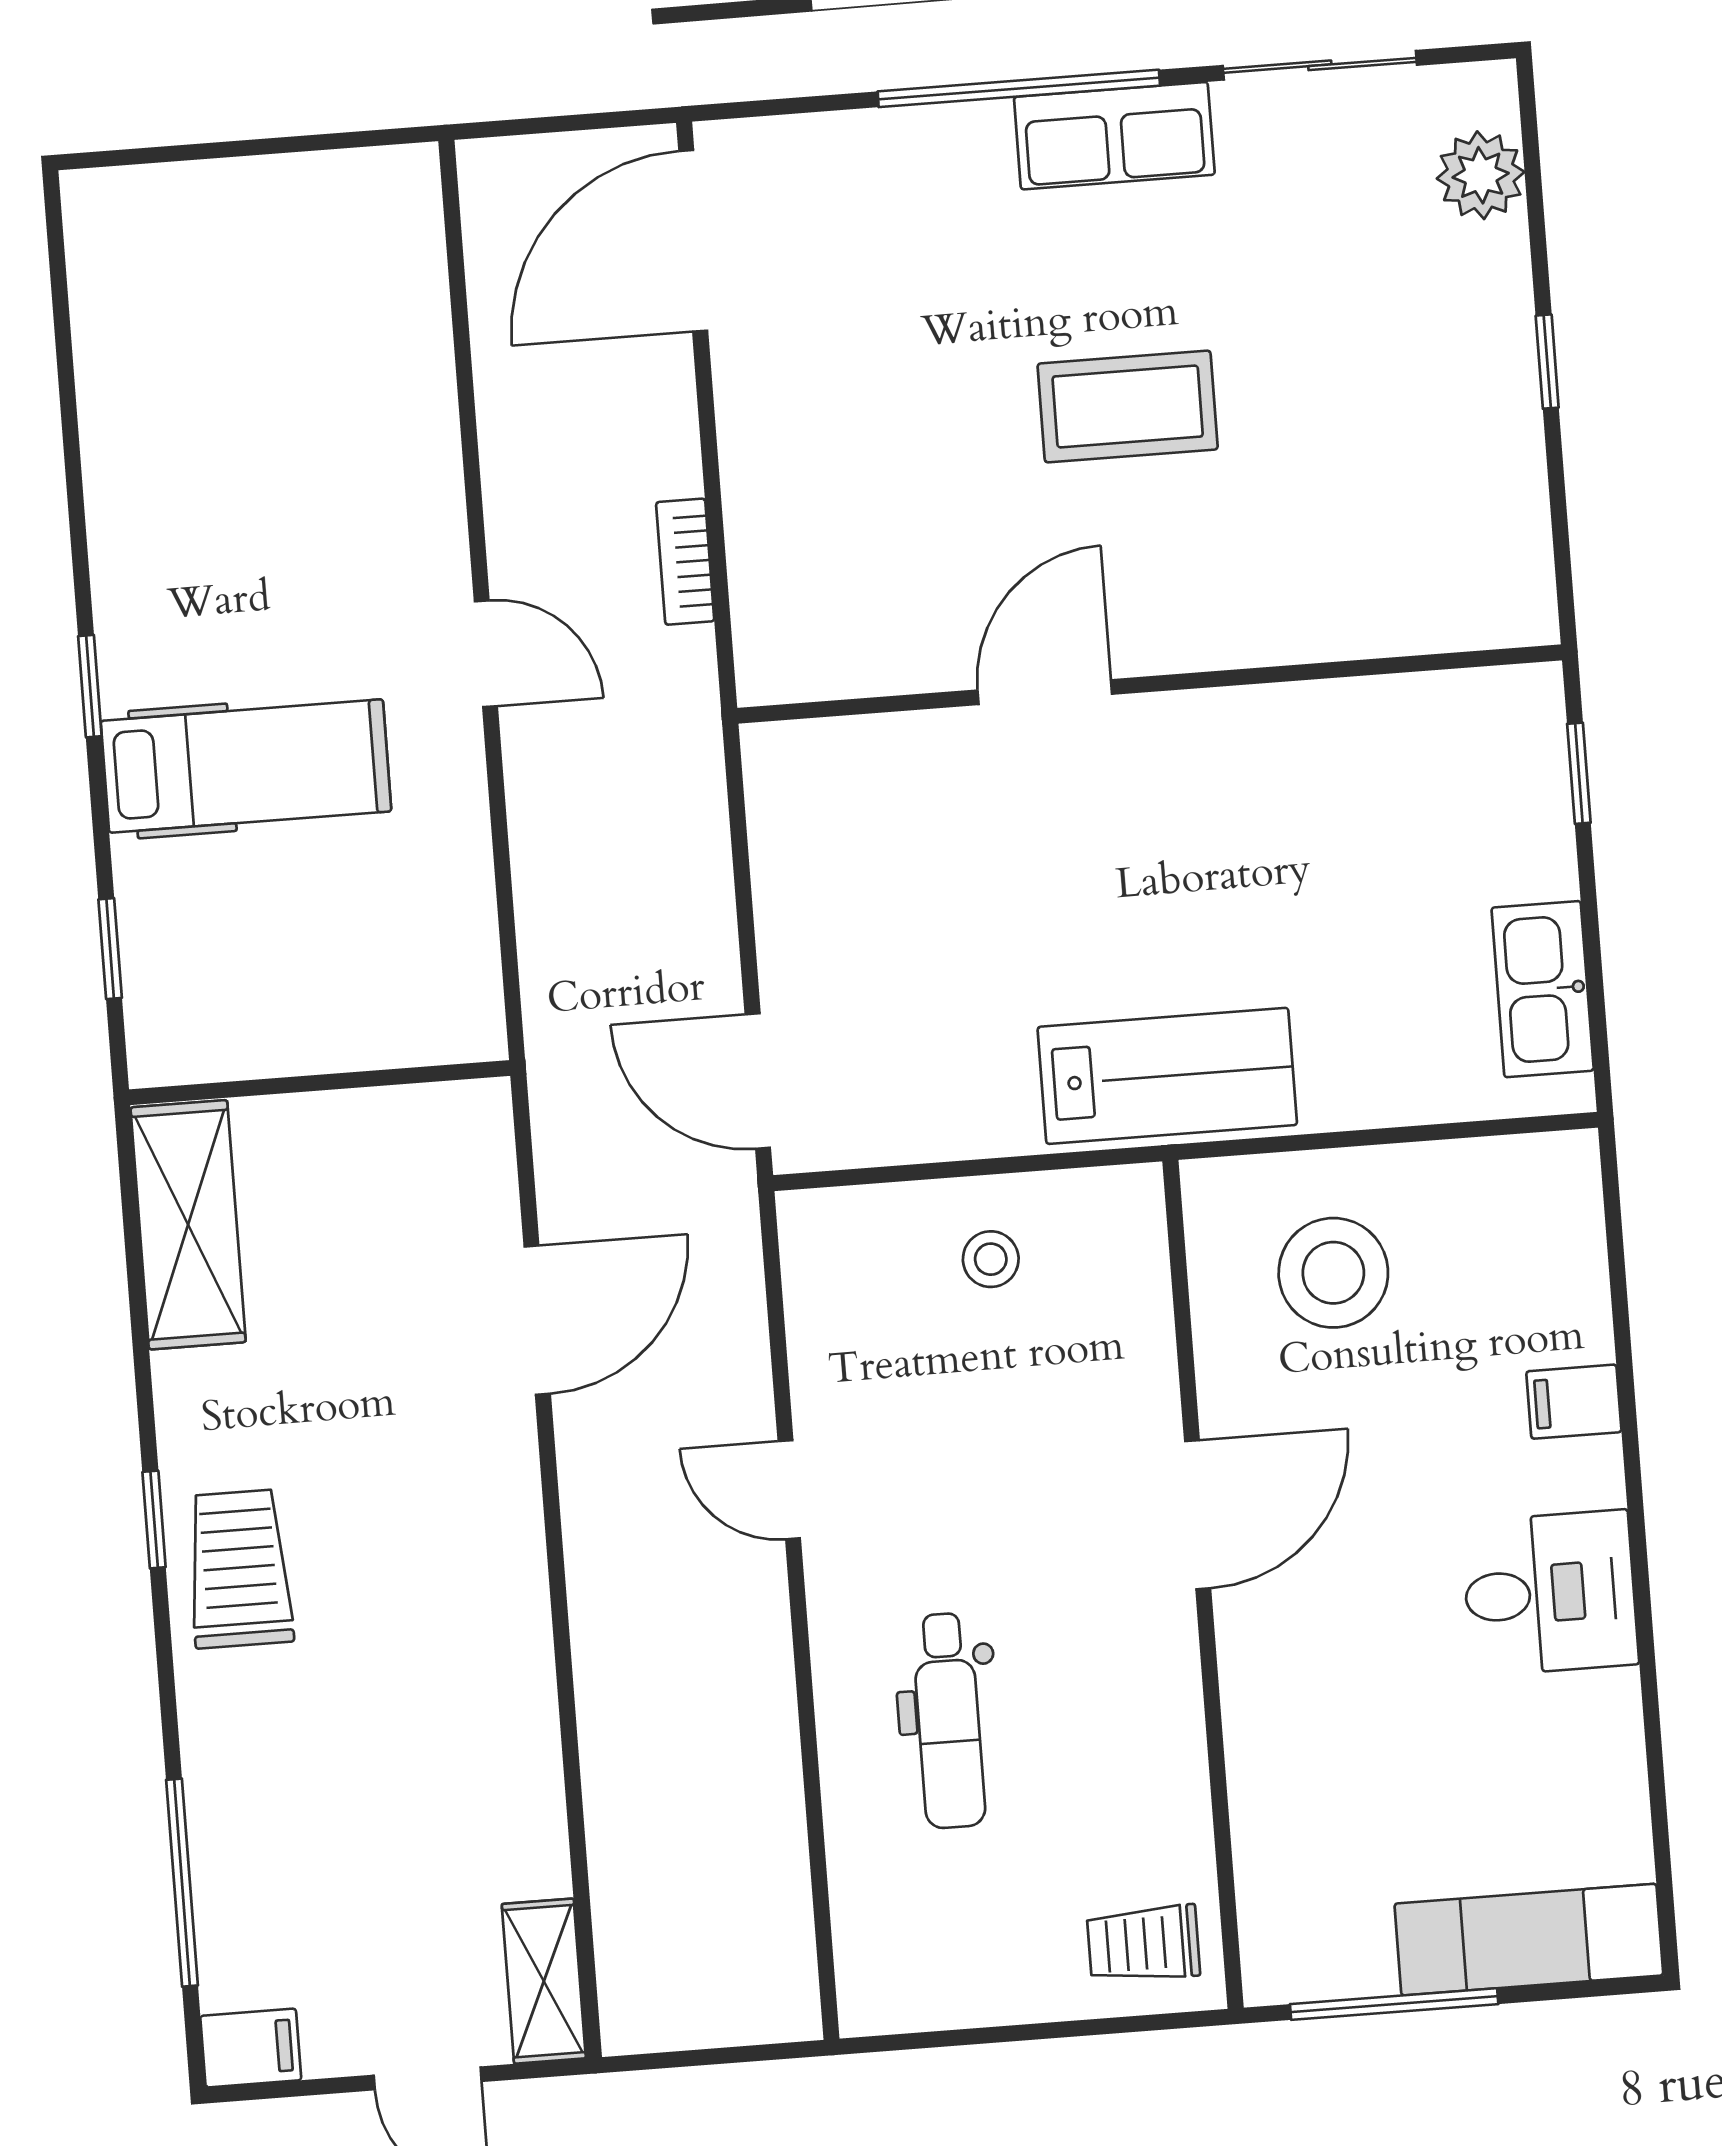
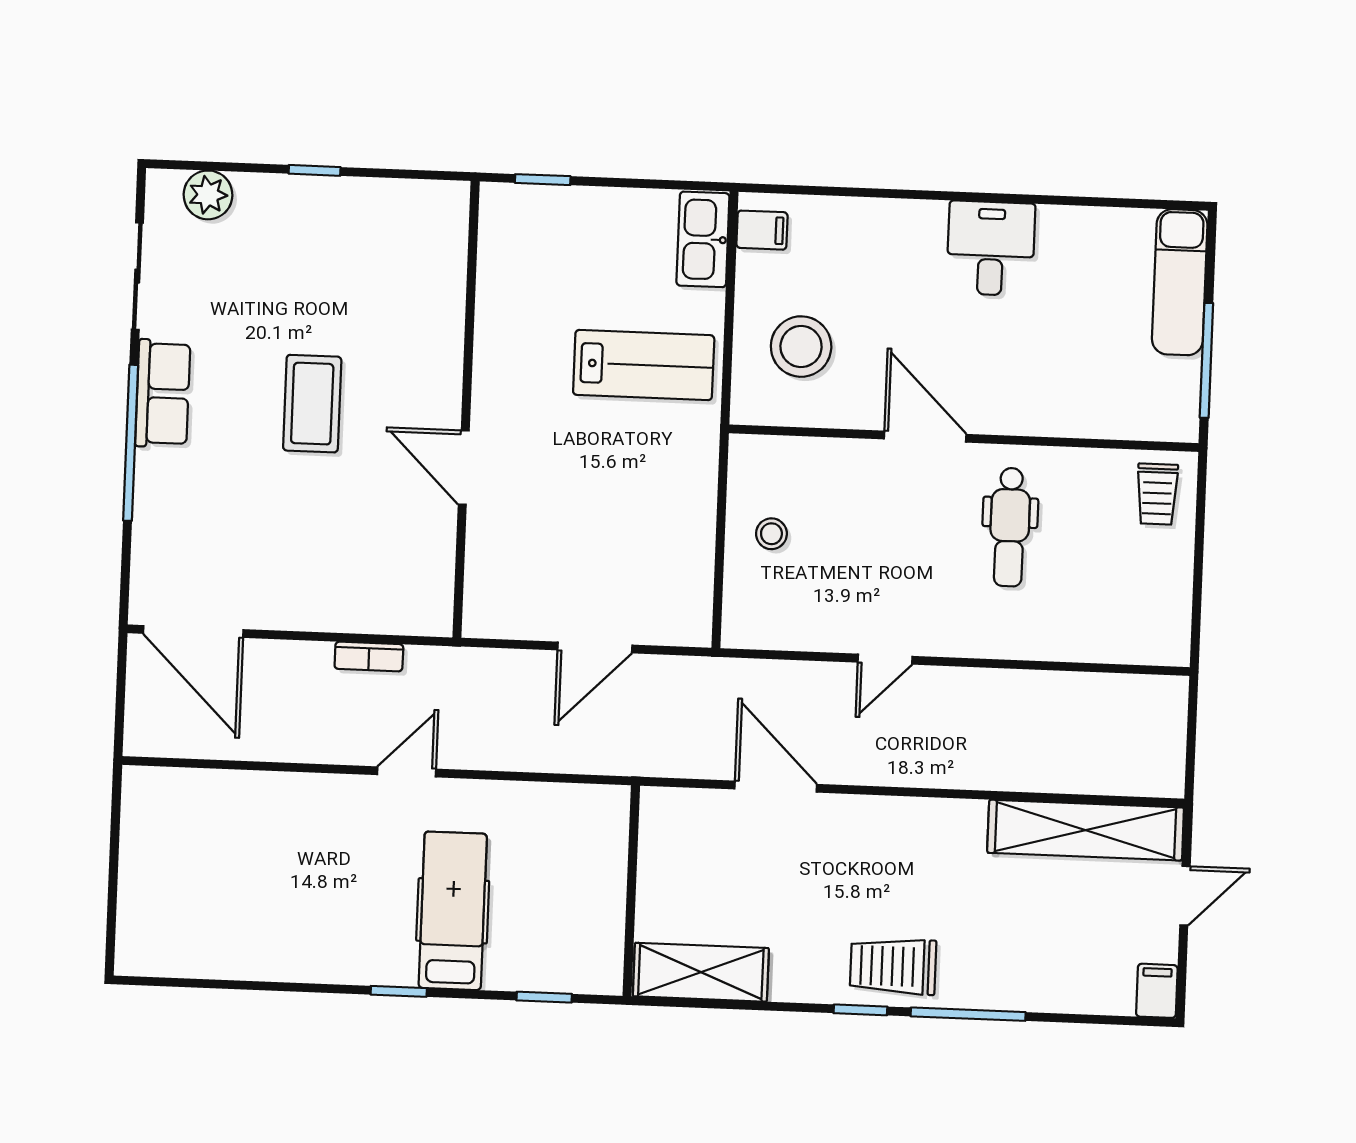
kitchen sink: (1543, 989) -> (703, 239), moved, turned 90
lab bench: (1167, 1076) -> (644, 365), moved, turned 90
door: (758, 1081) -> (595, 648), moved
filing cabinet: (1574, 1402) -> (762, 230), moved, turned -90
dental chair: (949, 1721) -> (1010, 527), moved, turned 90
window: (182, 1883) -> (968, 1014), moved
shelving: (544, 1981) -> (1086, 830), width x2.20, depth x1.33

